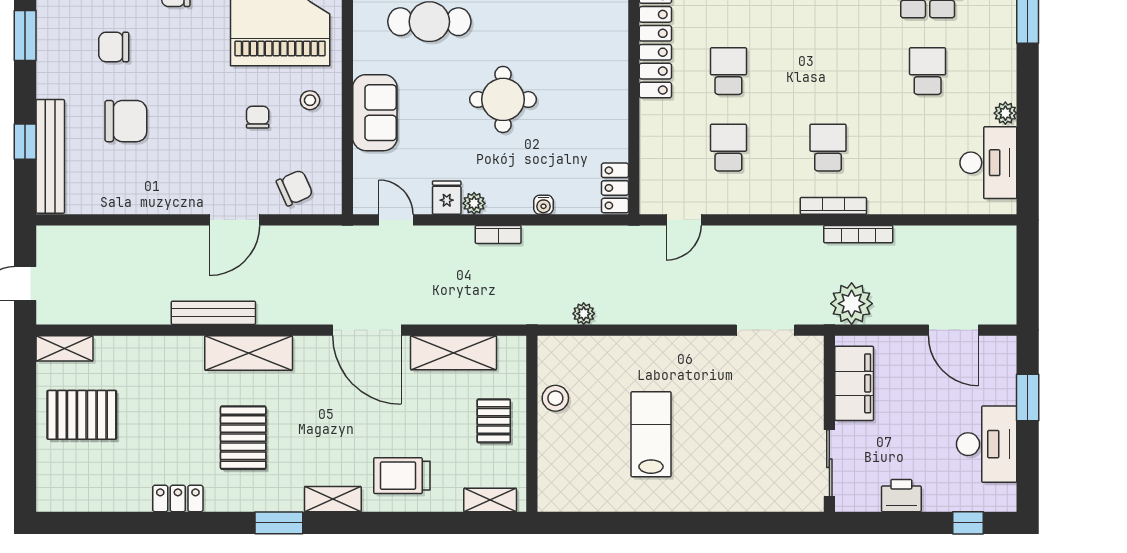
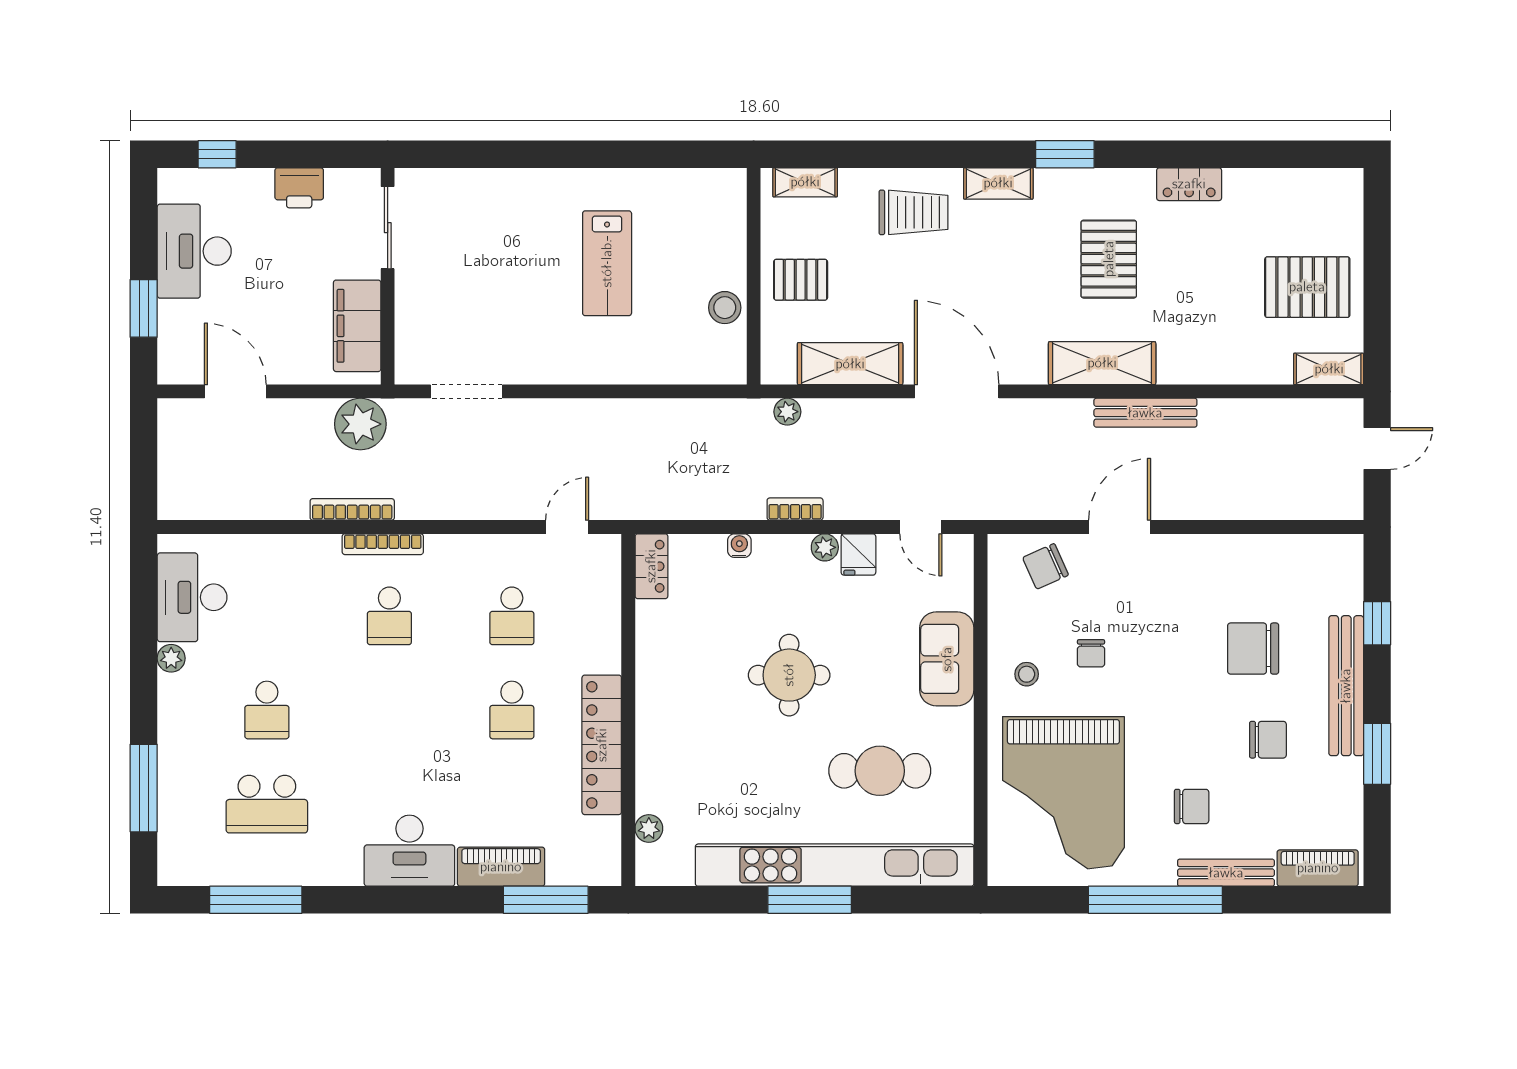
bench: (50, 156) -> (1346, 686), moved
plant: (584, 314) -> (787, 412), moved
pallet: (494, 421) -> (801, 280), turned 90

